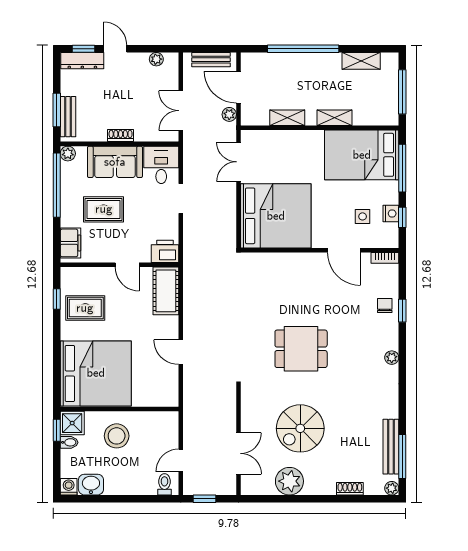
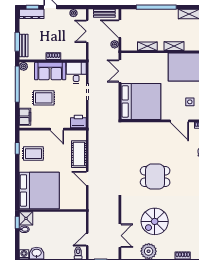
double door: (181, 111) -> (87, 31), moved
cot: (166, 291) -> (79, 154), moved
stool: (117, 436) -> (51, 226), removed

